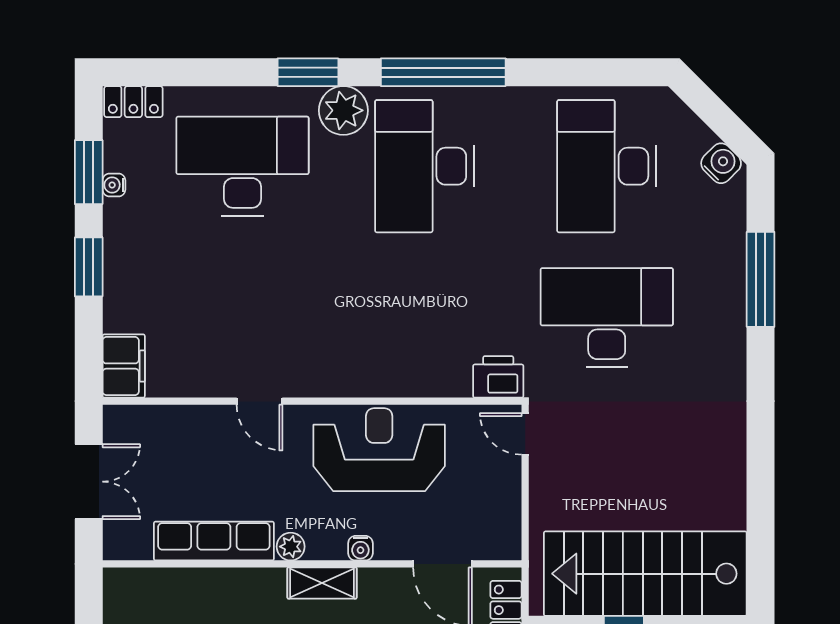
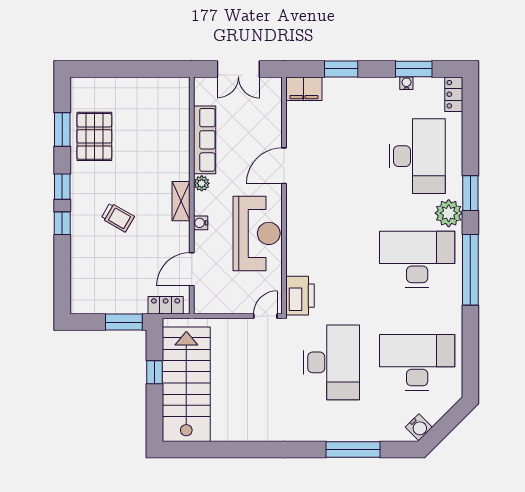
window: (89, 267) -> (341, 69), moved
printer: (498, 377) -> (300, 296), width x1.37, depth x1.19
door: (260, 401) -> (284, 166), width x1.38

